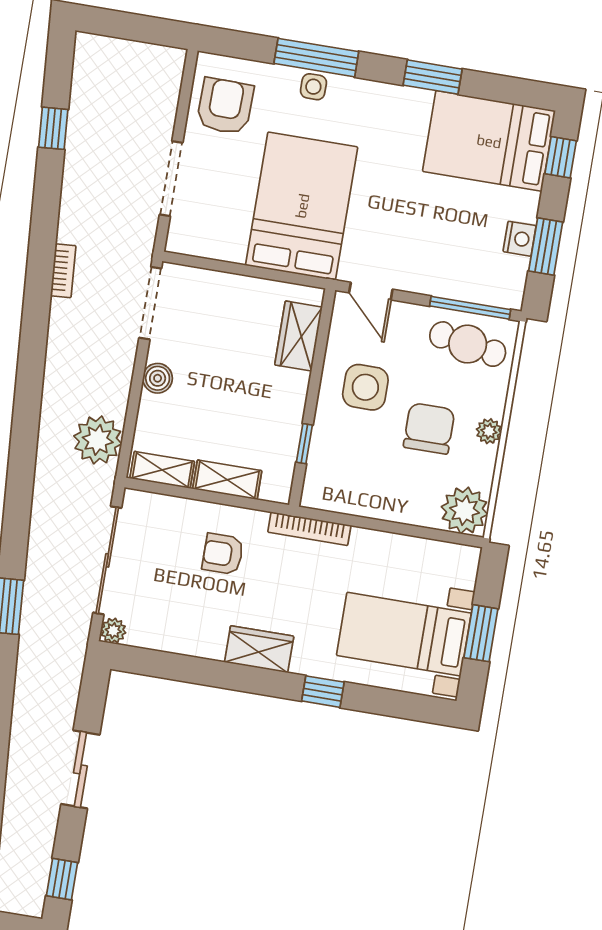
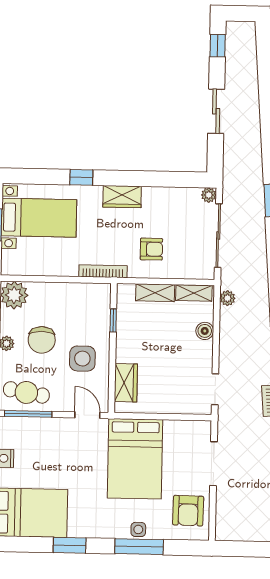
doorway: (150, 303) -> (215, 389), width x0.73
boiler: (158, 378) -> (205, 331), moved
plant: (98, 440) -> (227, 298), width x0.53, depth x0.53

